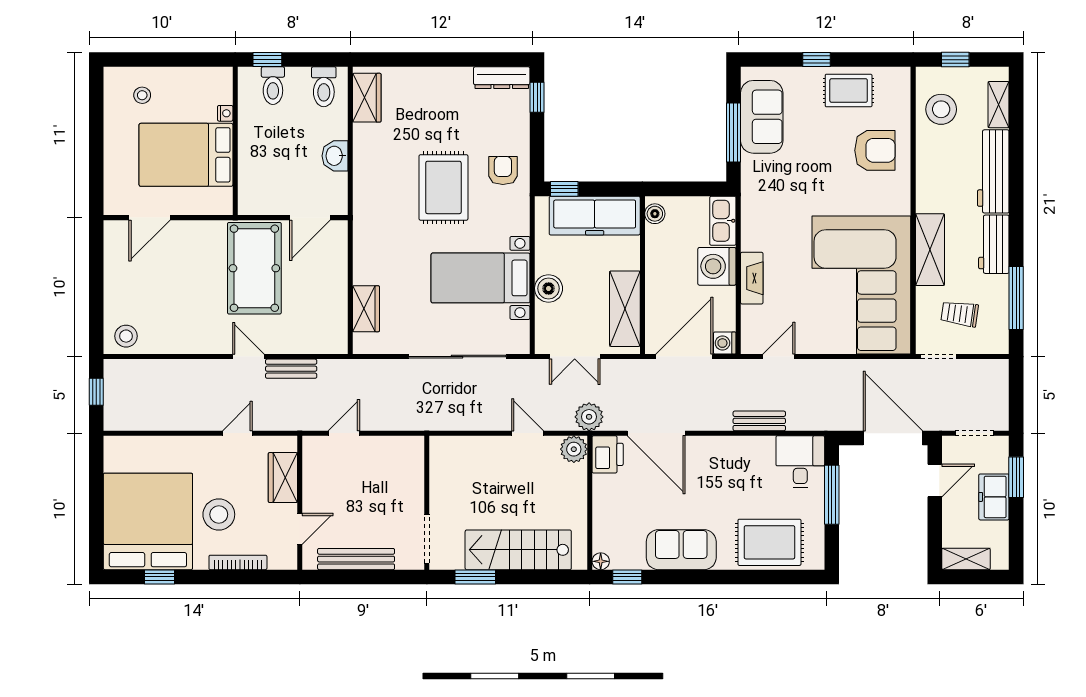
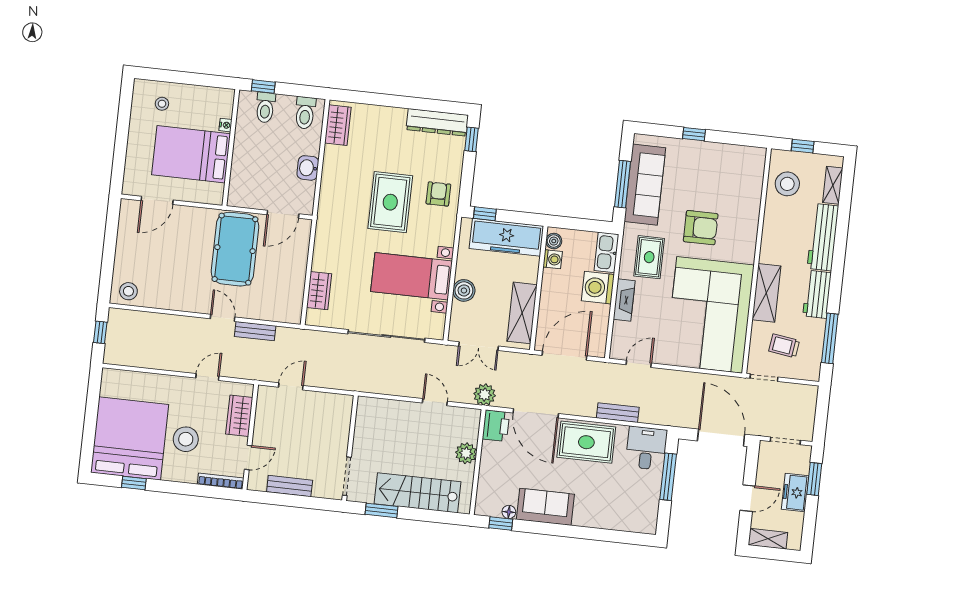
dresser: (502, 78) -> (437, 122), width x1.37, depth x1.24
rug: (849, 91) -> (649, 257), moved, turned 90
sofa: (762, 117) -> (645, 185), width x1.36
armchair: (875, 150) -> (701, 228), moved
washing machine: (725, 343) -> (553, 259), moved, turned 180
plant: (574, 449) -> (466, 453), moved
door: (935, 480) -> (748, 498), moved
rug: (769, 542) -> (586, 442), moved
bench: (356, 559) -> (290, 486), width x0.73
floor lamp: (601, 561) -> (509, 512), moved
bookcase: (238, 562) -> (221, 481), moved

